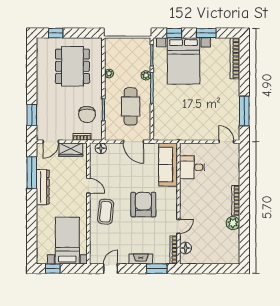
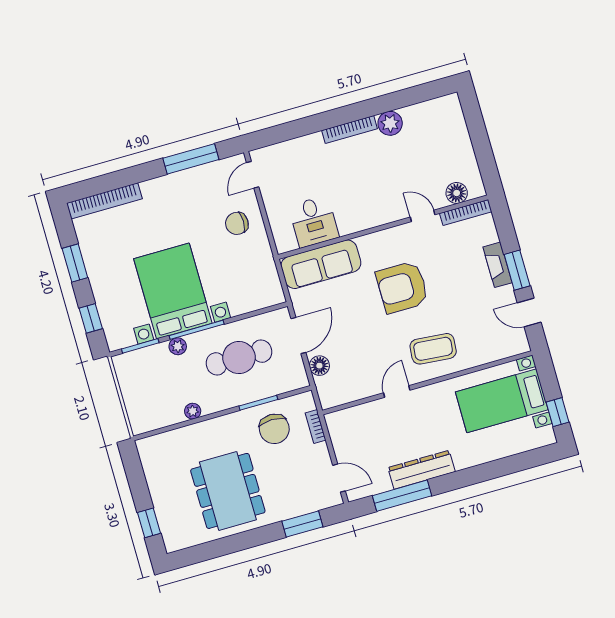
bed with nightstands: (183, 61) -> (173, 291), moved, turned -90
dining table: (72, 66) -> (228, 491), moved, turned 90
chair: (87, 114) -> (274, 429), turned 90
chair: (203, 126) -> (237, 223), added
floor lamp: (101, 148) -> (319, 366), moved
wardrobe: (71, 150) -> (343, 440), removed
window: (157, 269) -> (517, 270), moved

